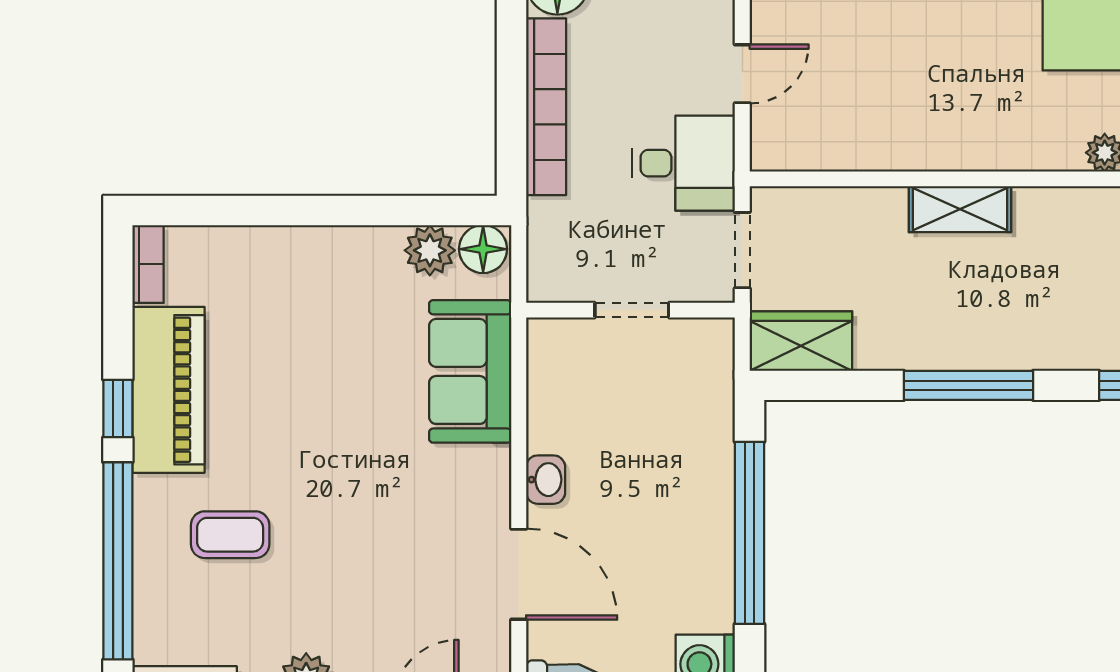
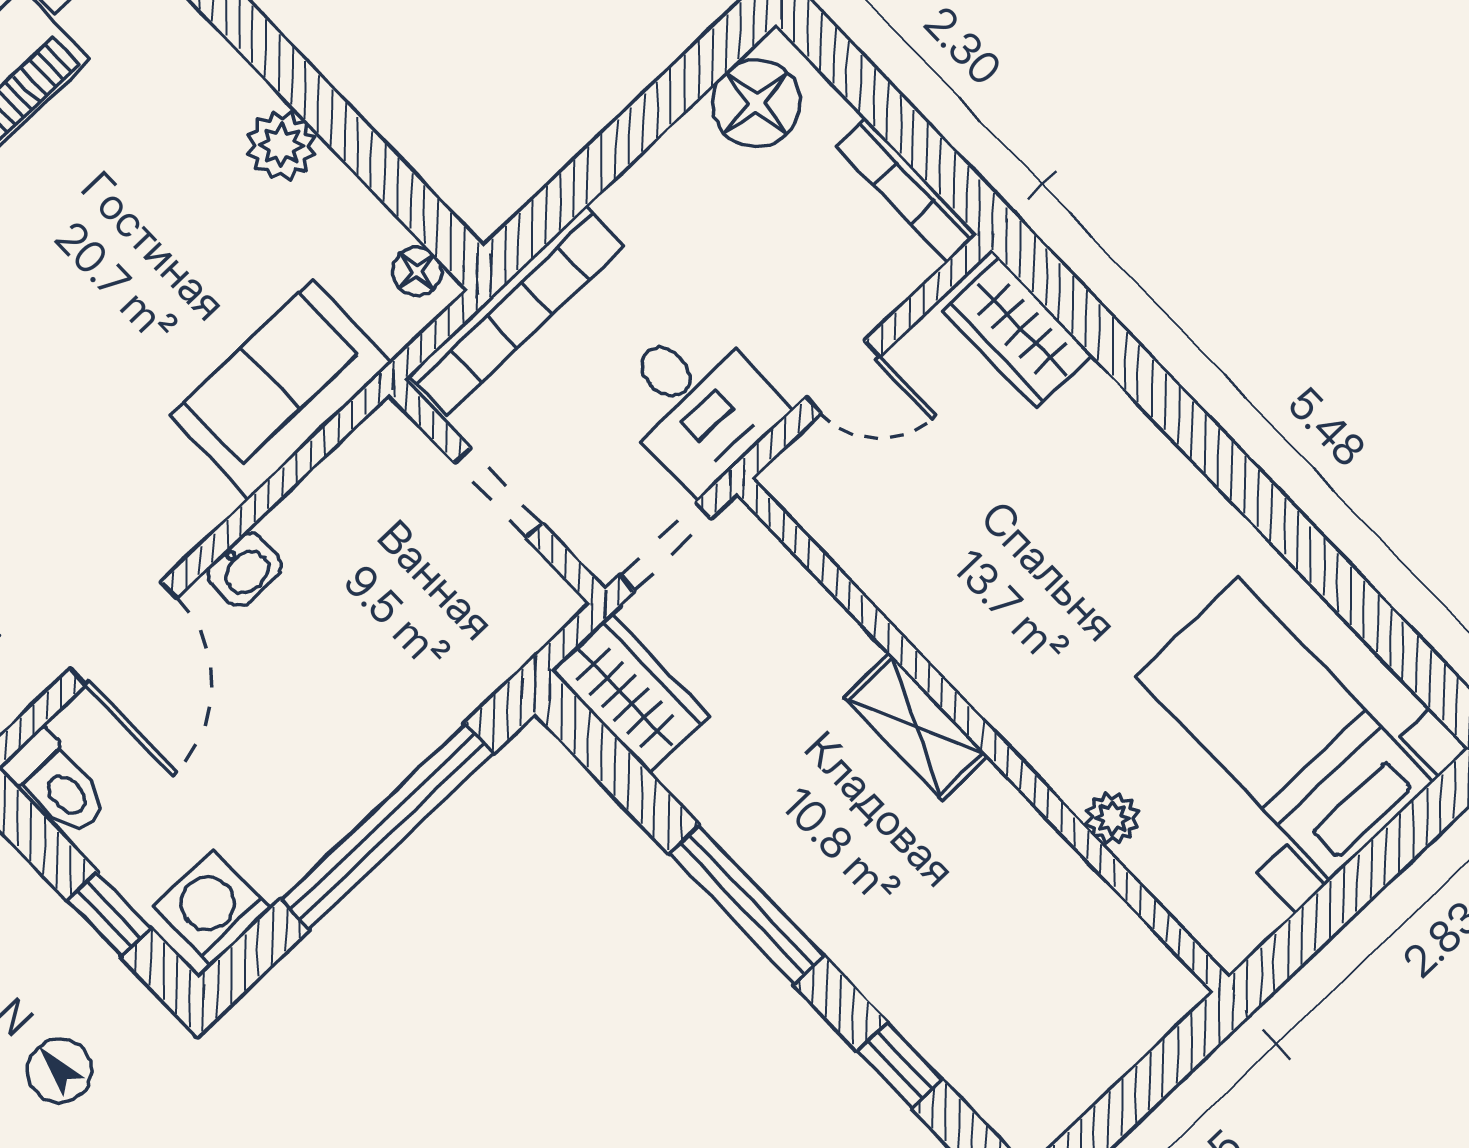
bookcase: (546, 107) -> (516, 311), moved
floor lamp: (483, 249) -> (417, 271), width x0.73, depth x0.73
plant: (430, 250) -> (281, 146), moved

